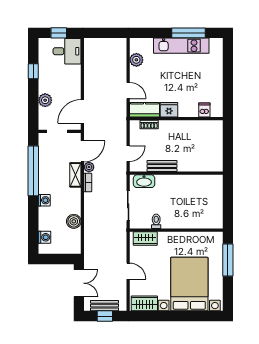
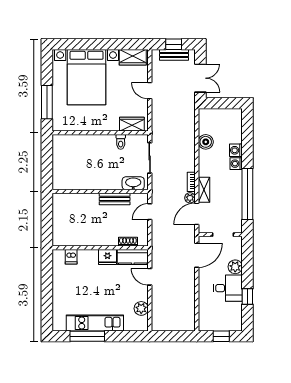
desk: (67, 51) -> (228, 288), moved, turned 180
washing machine: (44, 237) -> (236, 150), moved
double door: (79, 283) -> (200, 78), swing flipped

